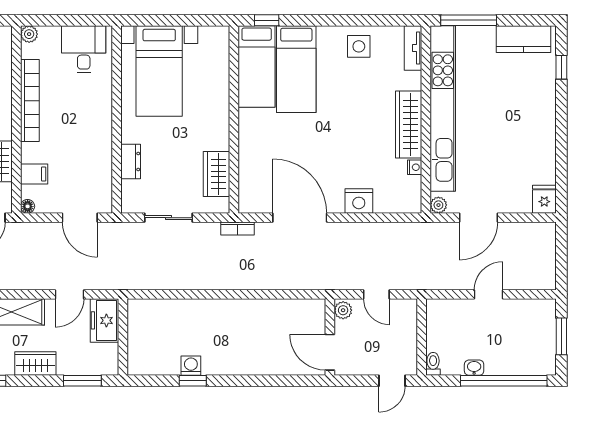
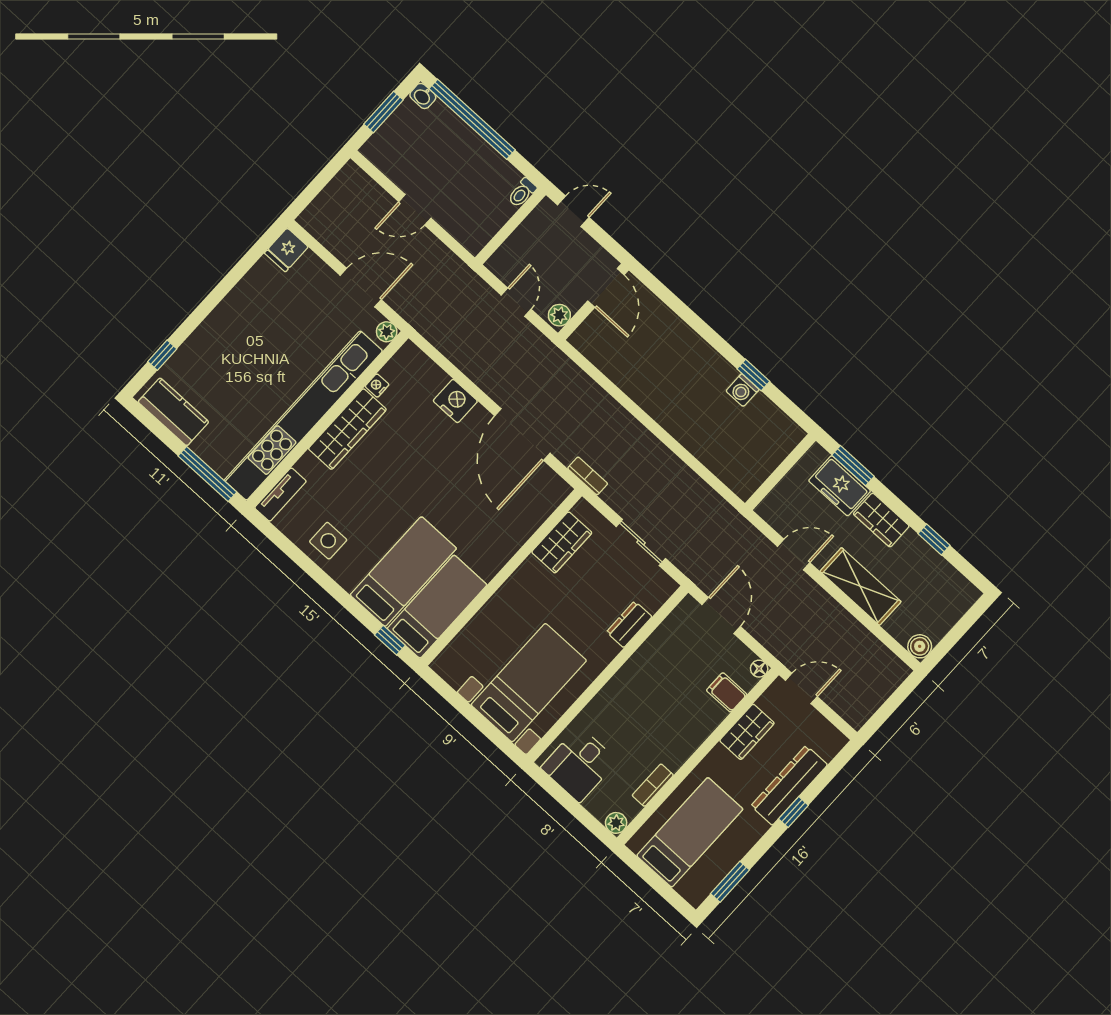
bookcase: (30, 101) -> (653, 785), width x0.43, depth x0.76
freezer: (105, 320) -> (840, 486), moved, turned 90
washbasin: (474, 368) -> (423, 96), moved

